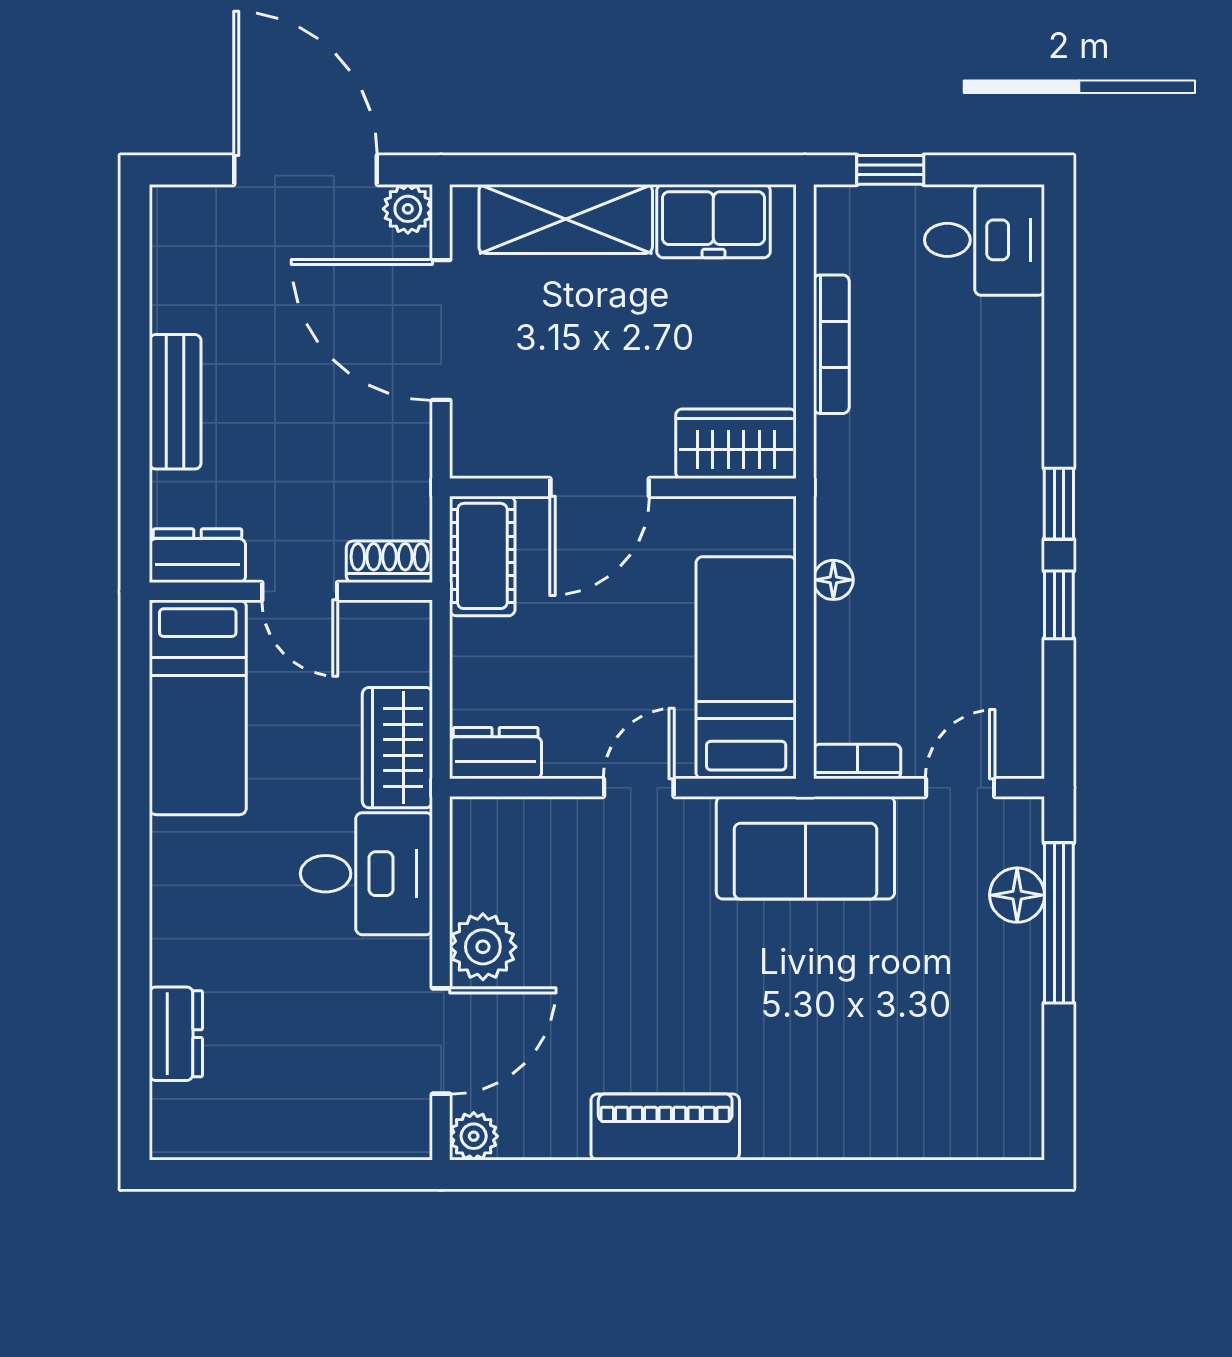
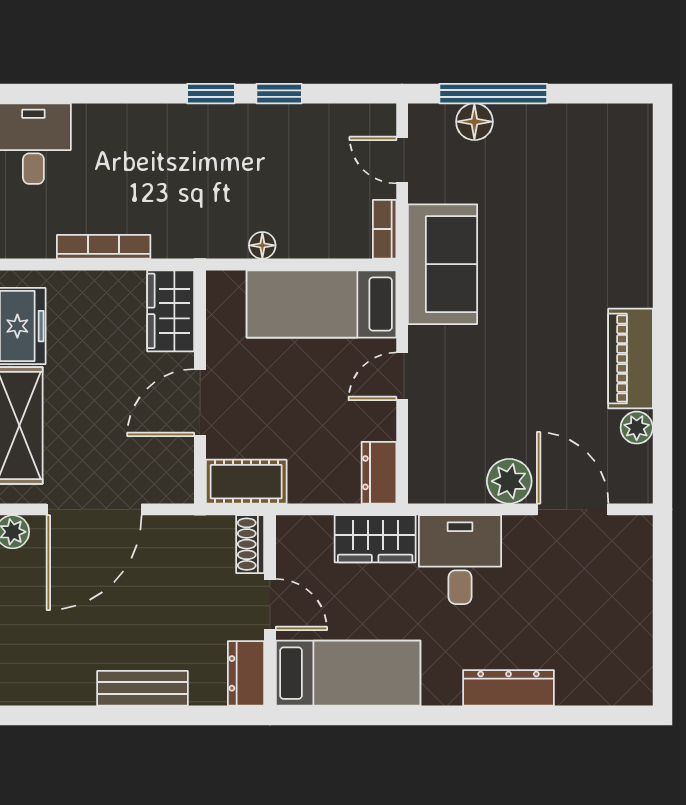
door: (600, 487) -> (200, 403), swing flipped
door: (300, 591) -> (270, 605), hinge flipped
door: (639, 788) -> (402, 376), hinge flipped
dresser: (176, 1034) -> (508, 688), moved, width x1.44
plant: (474, 1136) -> (637, 428), moved

